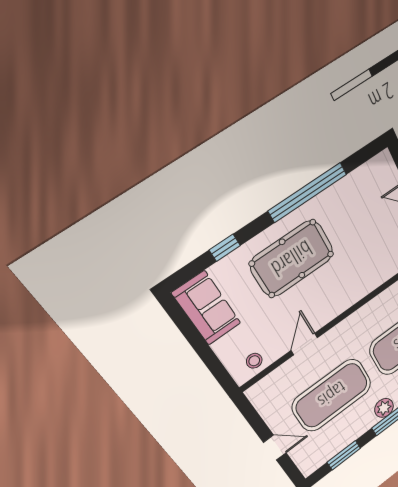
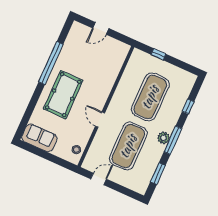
window: (225, 248) -> (31, 108), removed
door: (304, 344) -> (100, 120), moved
door: (275, 448) -> (99, 179), moved

